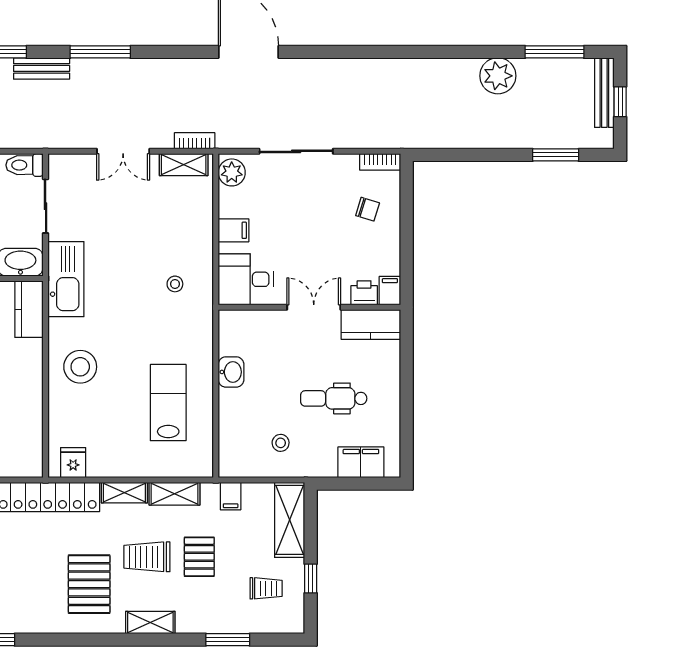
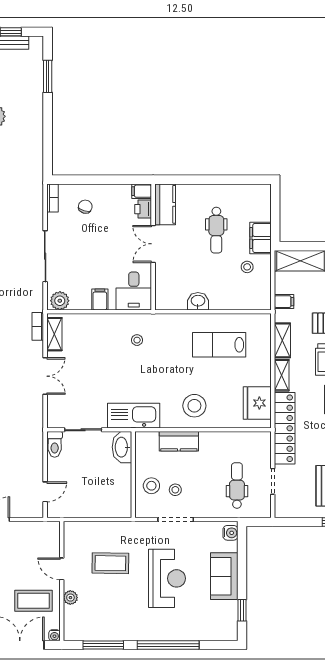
kitchen counter: (29, 309) -> (179, 441), moved
filing cabinet: (361, 462) -> (261, 238), moved
fridge: (73, 463) -> (257, 403), width x1.88, depth x1.34

